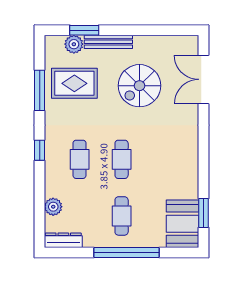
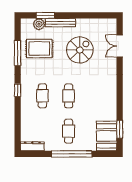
double door: (203, 79) -> (120, 46), width x0.73
spiral stairs: (139, 86) -> (80, 50), turned 180
plant: (53, 207) -> (26, 125), removed

